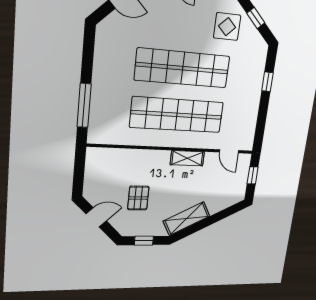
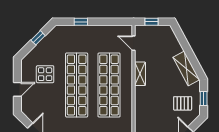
display table: (227, 27) -> (45, 74), moved
door: (229, 151) -> (134, 43), swing flipped
pallet: (138, 198) -> (183, 103), moved

